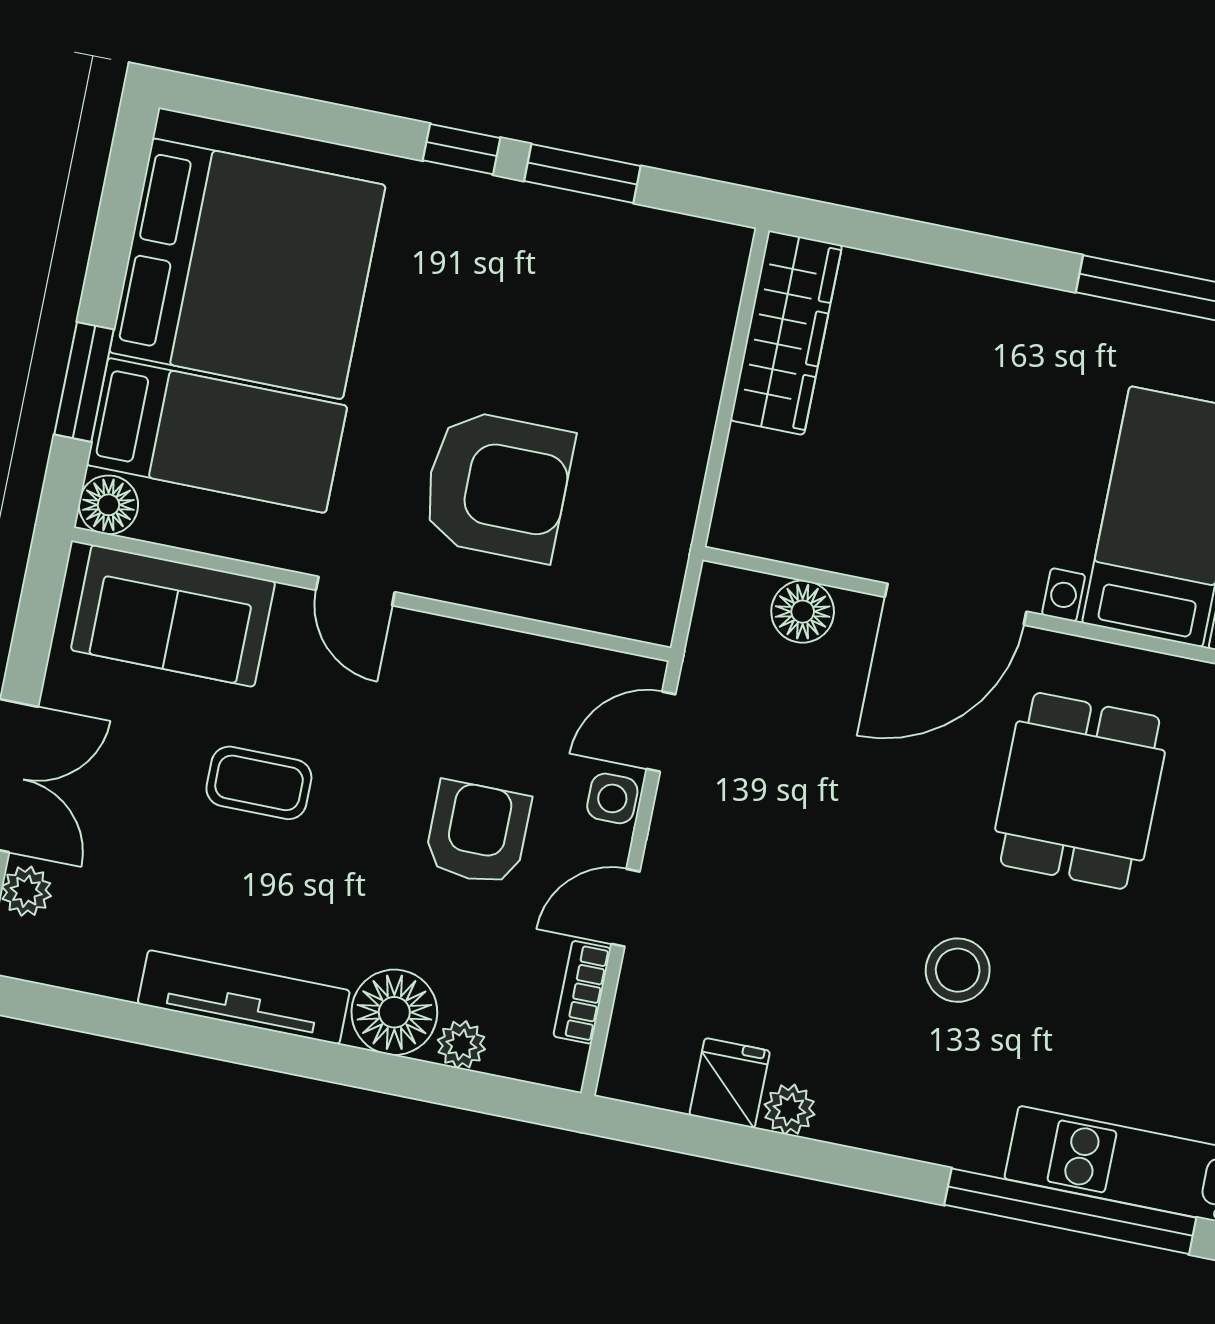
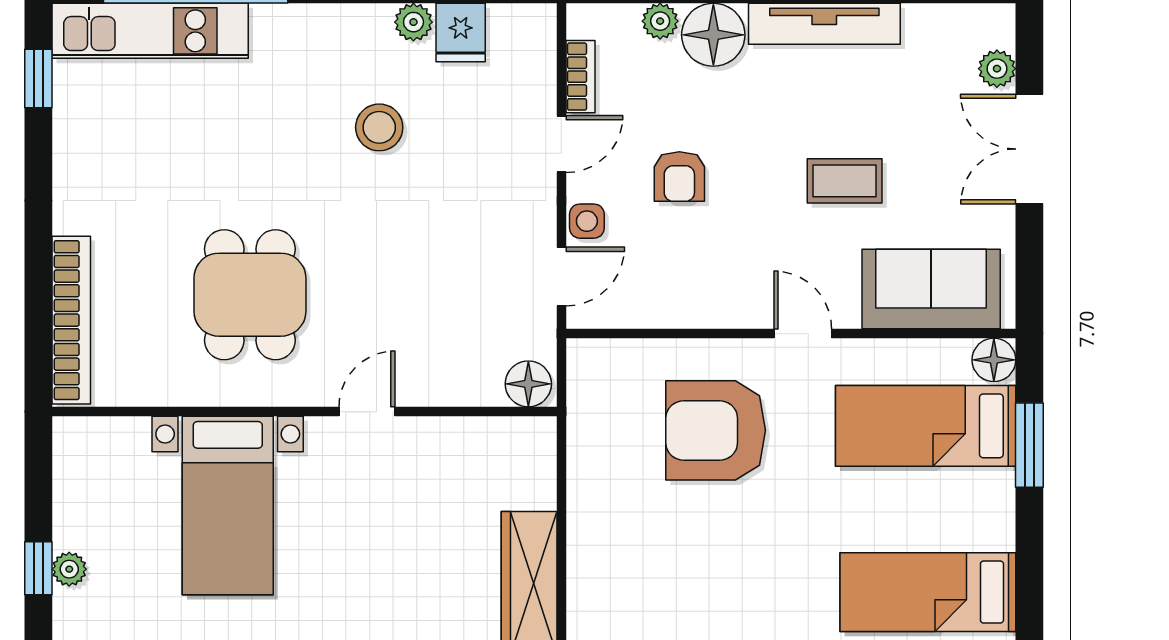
bed: (247, 269) -> (928, 592), width x0.49
door: (956, 604) -> (367, 412), width x0.53
floor lamp: (803, 612) -> (528, 384), moved
armchair: (478, 833) -> (679, 177), width x0.72, depth x0.72
stool: (958, 970) -> (379, 127), moved

